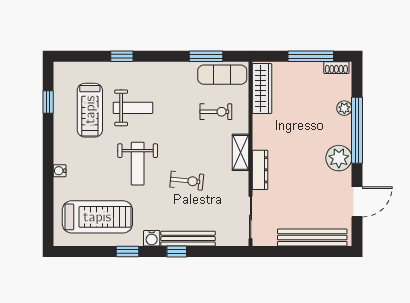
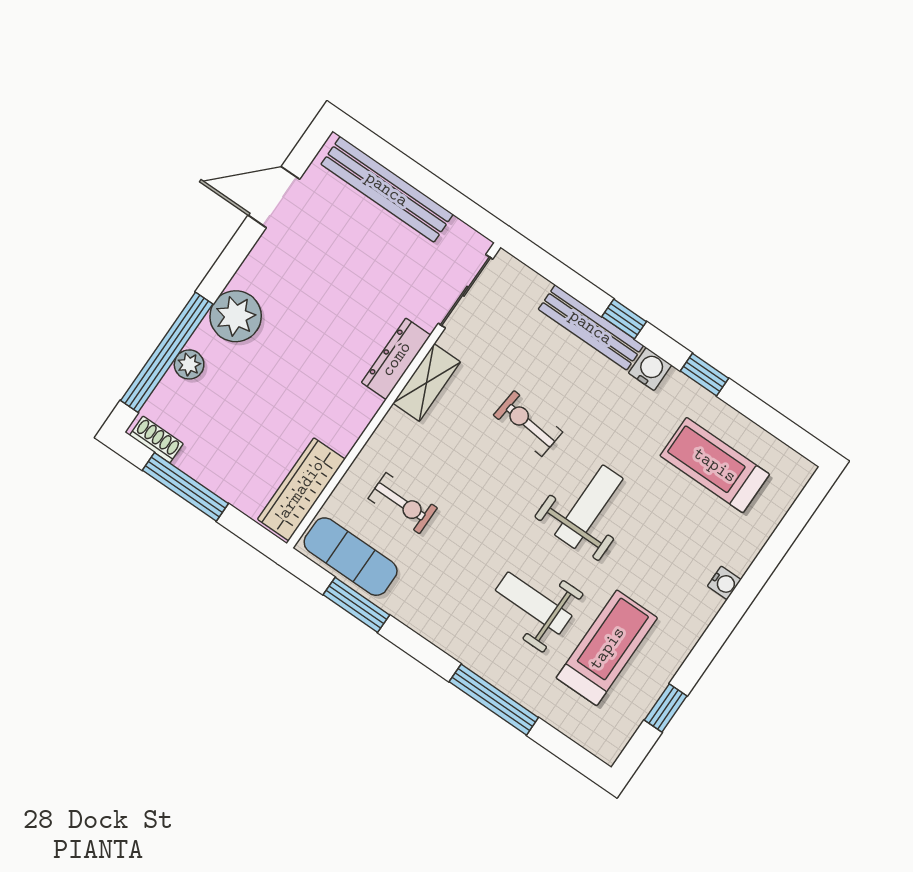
window: (122, 56) -> (494, 700), width x2.17
exercise bike: (216, 112) -> (403, 503), turned 180
window: (357, 130) -> (167, 352), moved
shelving: (241, 152) -> (427, 383), moved
plant: (339, 158) -> (236, 316), moved
treadmill: (97, 217) -> (715, 465), width x0.73, depth x0.73

